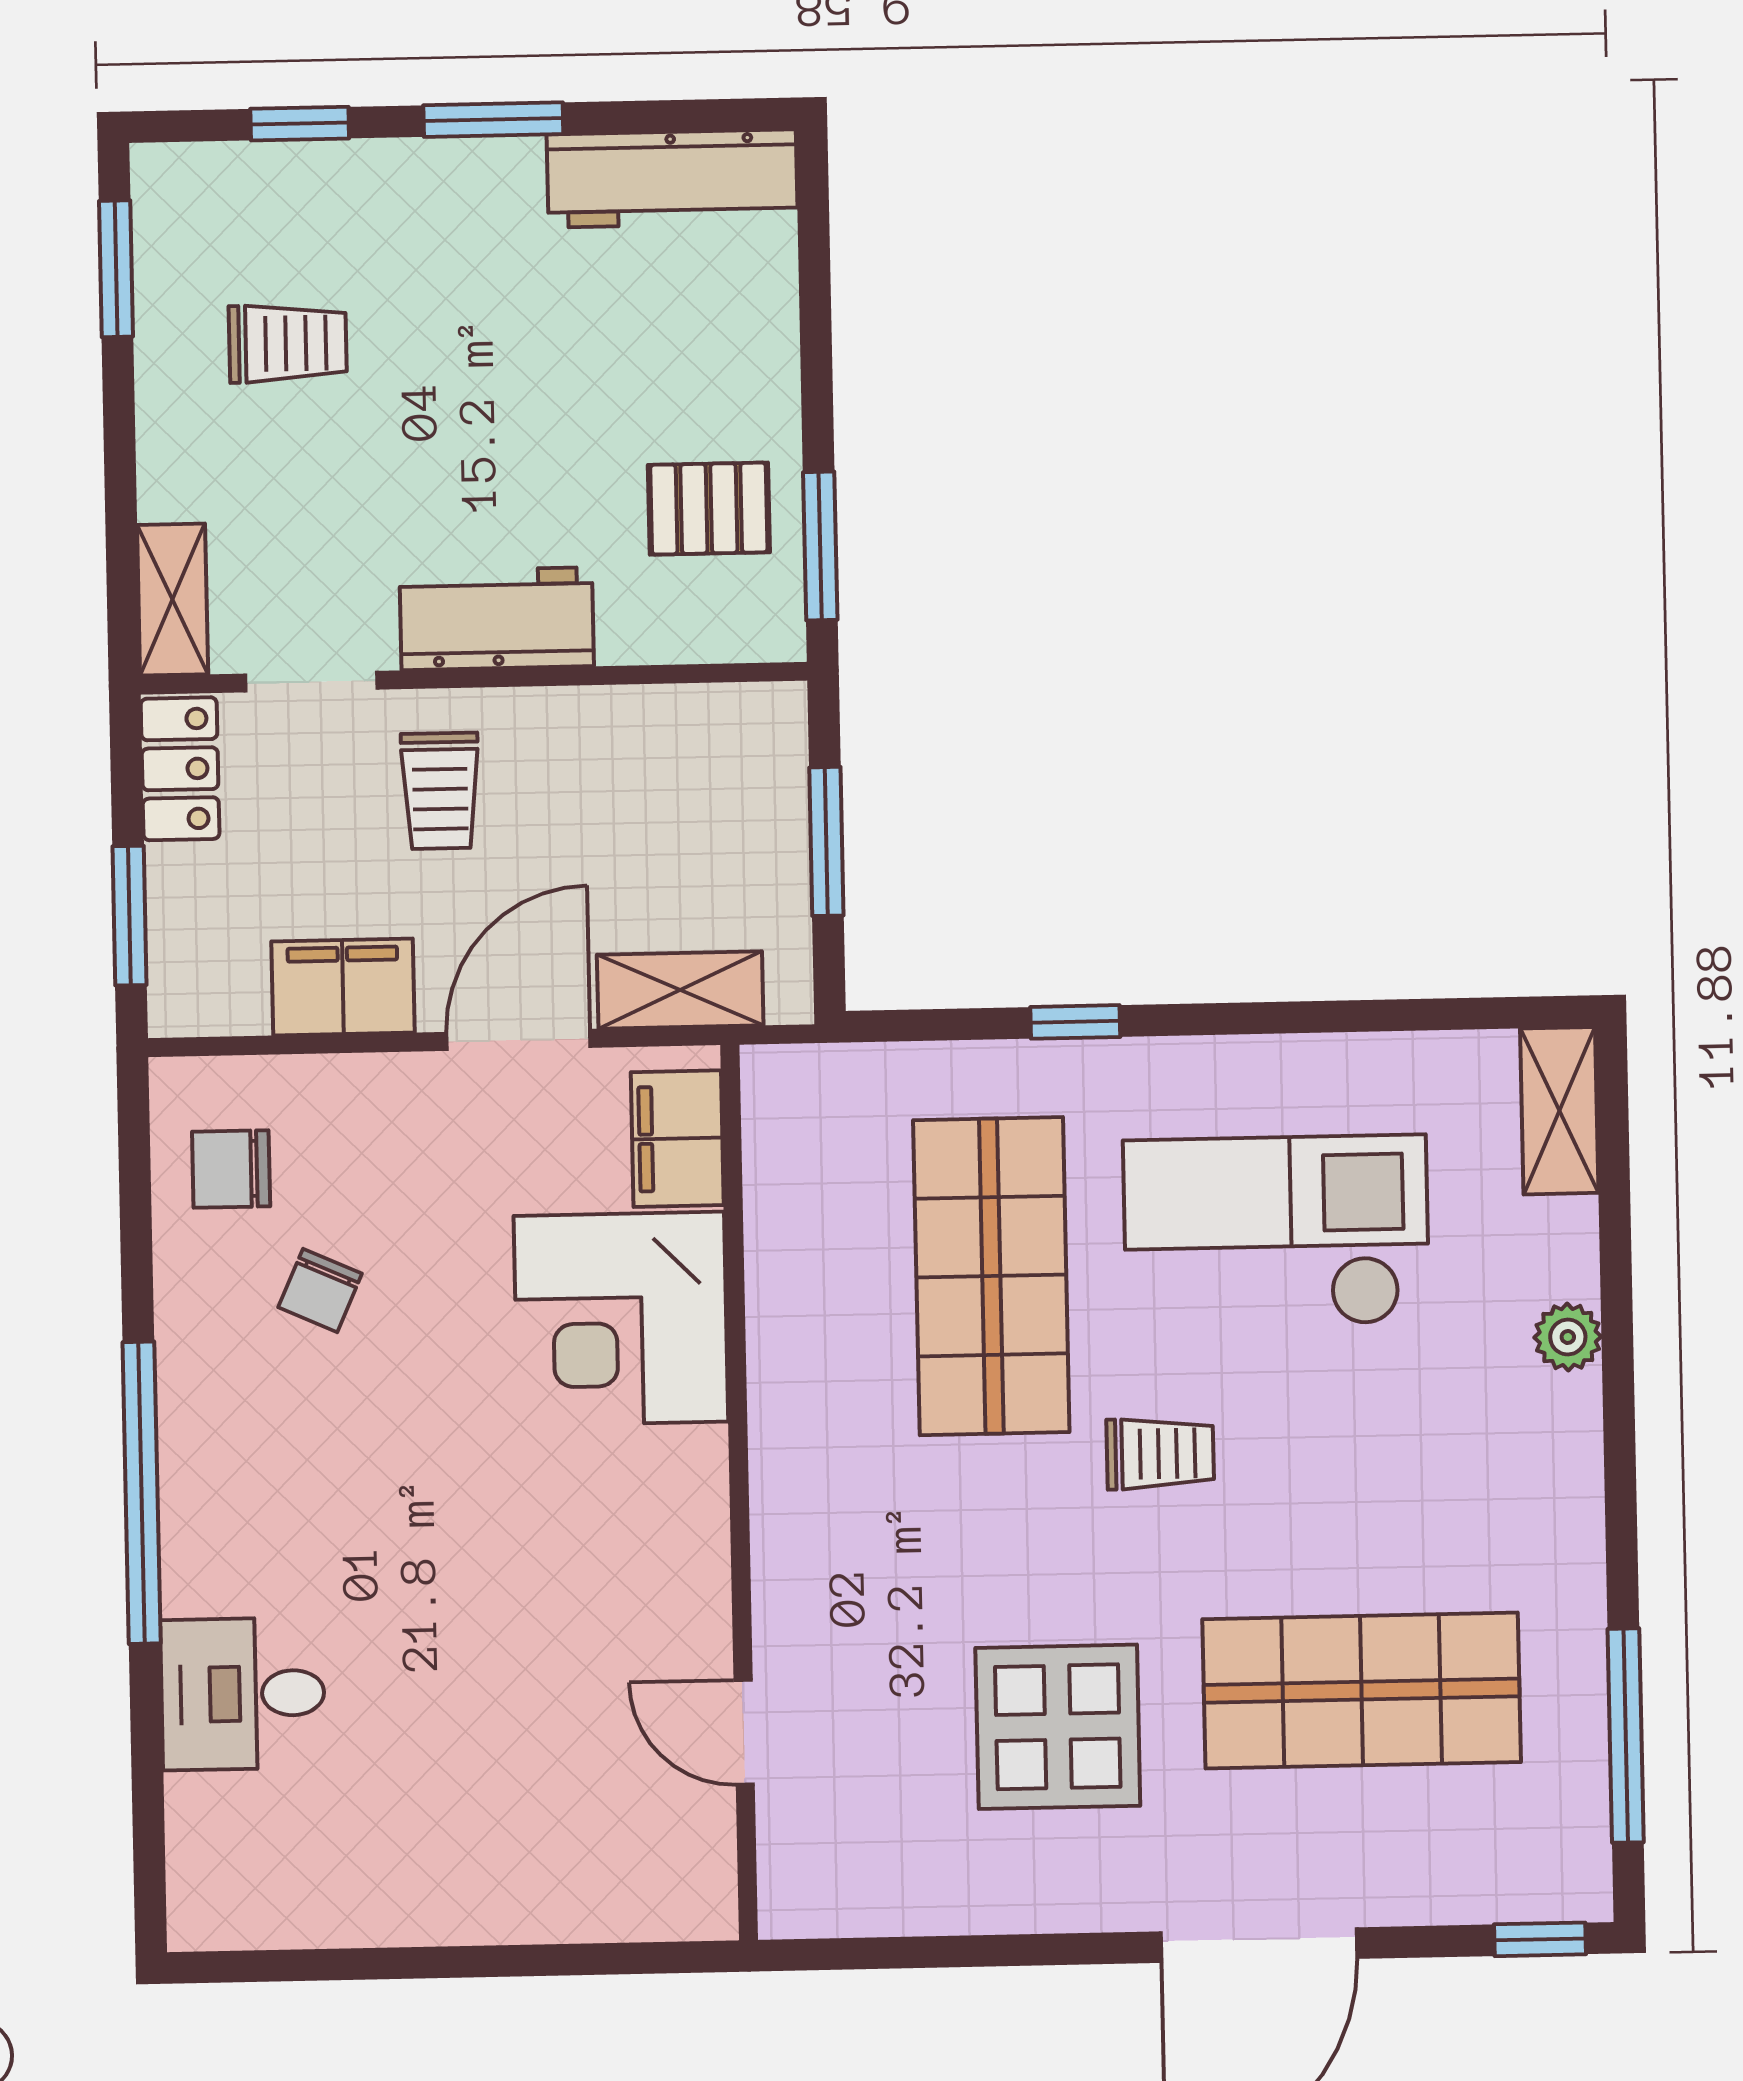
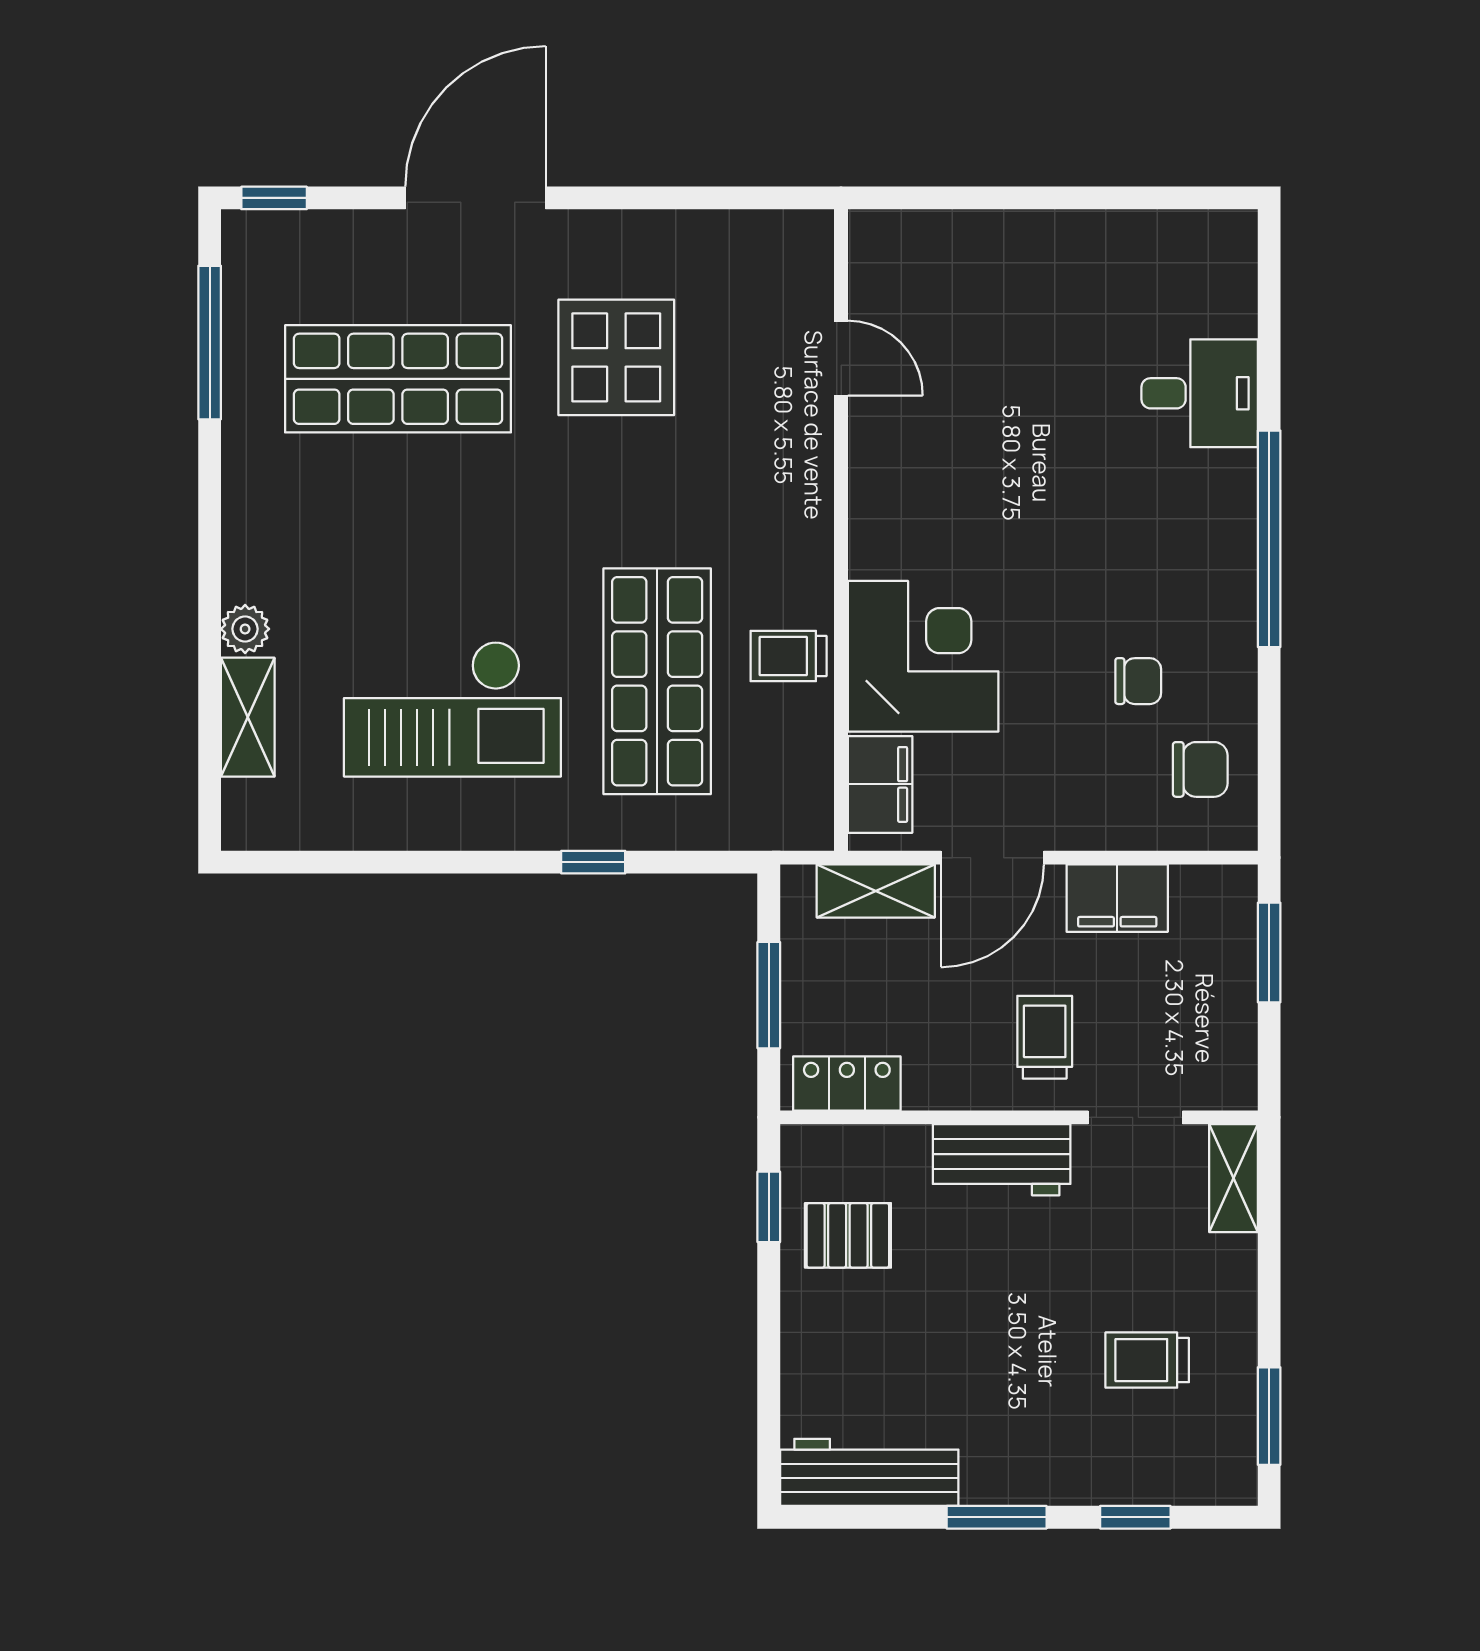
window: (820, 546) -> (769, 1207), width x0.67
locker: (180, 769) -> (847, 1083), moved, turned 90
shelving: (1559, 1111) -> (248, 717), moved
chair: (320, 1290) -> (1138, 681), turned 66
trolley: (1160, 1454) -> (789, 656), moved

